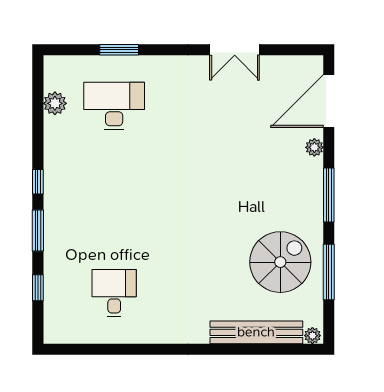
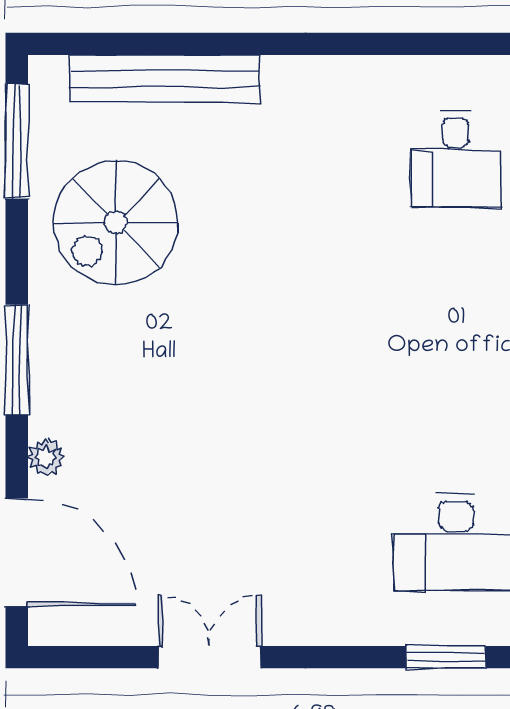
door: (329, 101) -> (17, 552), hinge flipped
window: (329, 272) -> (17, 141), moved
plant: (312, 336) -> (50, 72), removed

